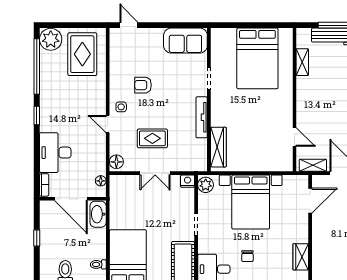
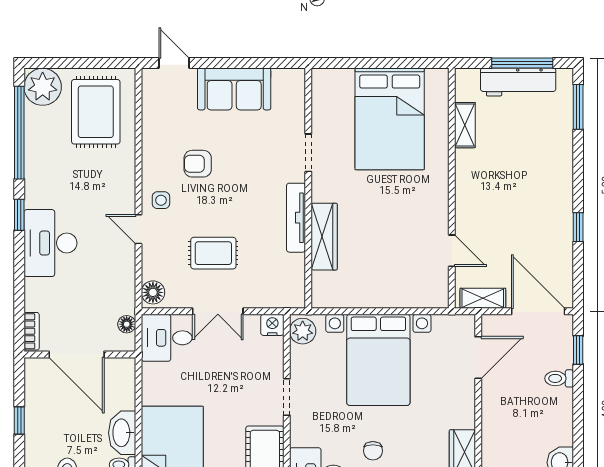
sofa: (185, 41) -> (234, 89), moved
wardrobe: (218, 147) -> (324, 237), moved
desk: (55, 153) -> (50, 243), moved
desk: (125, 189) -> (167, 338), added
washbasin: (98, 214) -> (122, 433), moved

